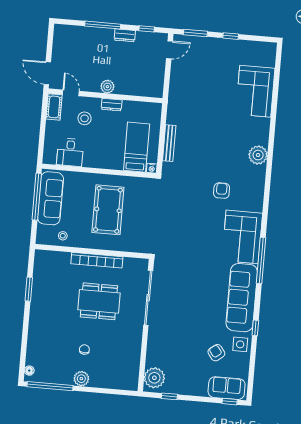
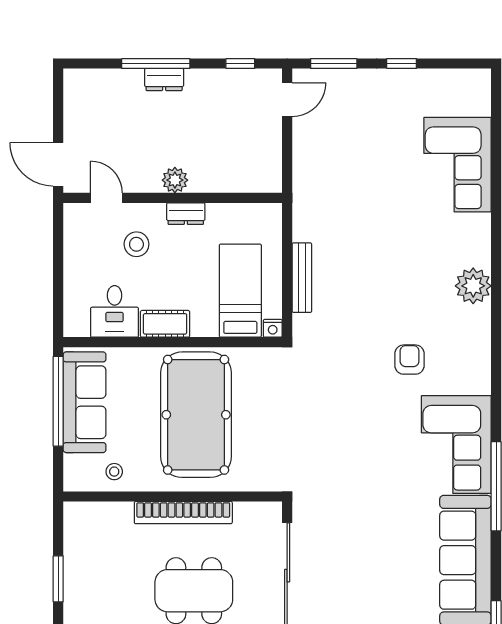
dresser: (125, 35) -> (164, 79), moved
cot: (54, 107) -> (165, 324), moved, turned 90
pool table: (108, 210) -> (196, 415), width x1.36, depth x1.32

